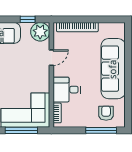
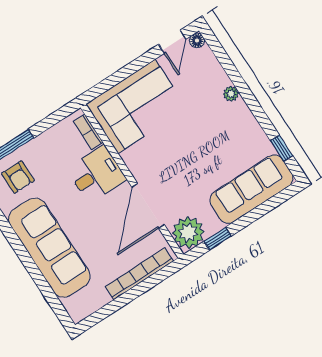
door: (51, 58) -> (148, 206), width x1.87
window: (21, 130) -> (123, 74), removed

